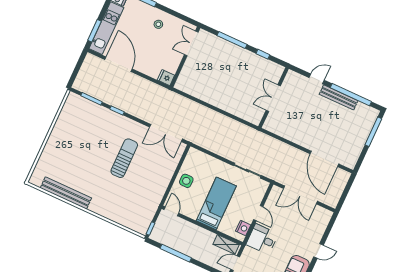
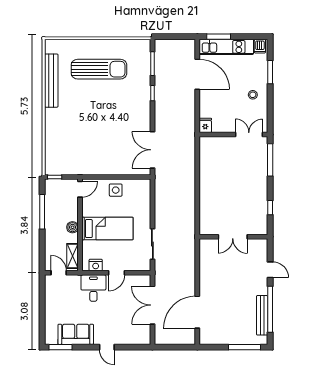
window: (232, 40) -> (270, 160), moved
door: (119, 64) -> (197, 74), hinge flipped
bench: (339, 97) -> (262, 315), moved
double door: (273, 98) -> (233, 237), swing flipped
sun lounger: (124, 158) -> (99, 69), moved, width x1.36, depth x1.34
boiler: (201, 233) -> (73, 227), added

